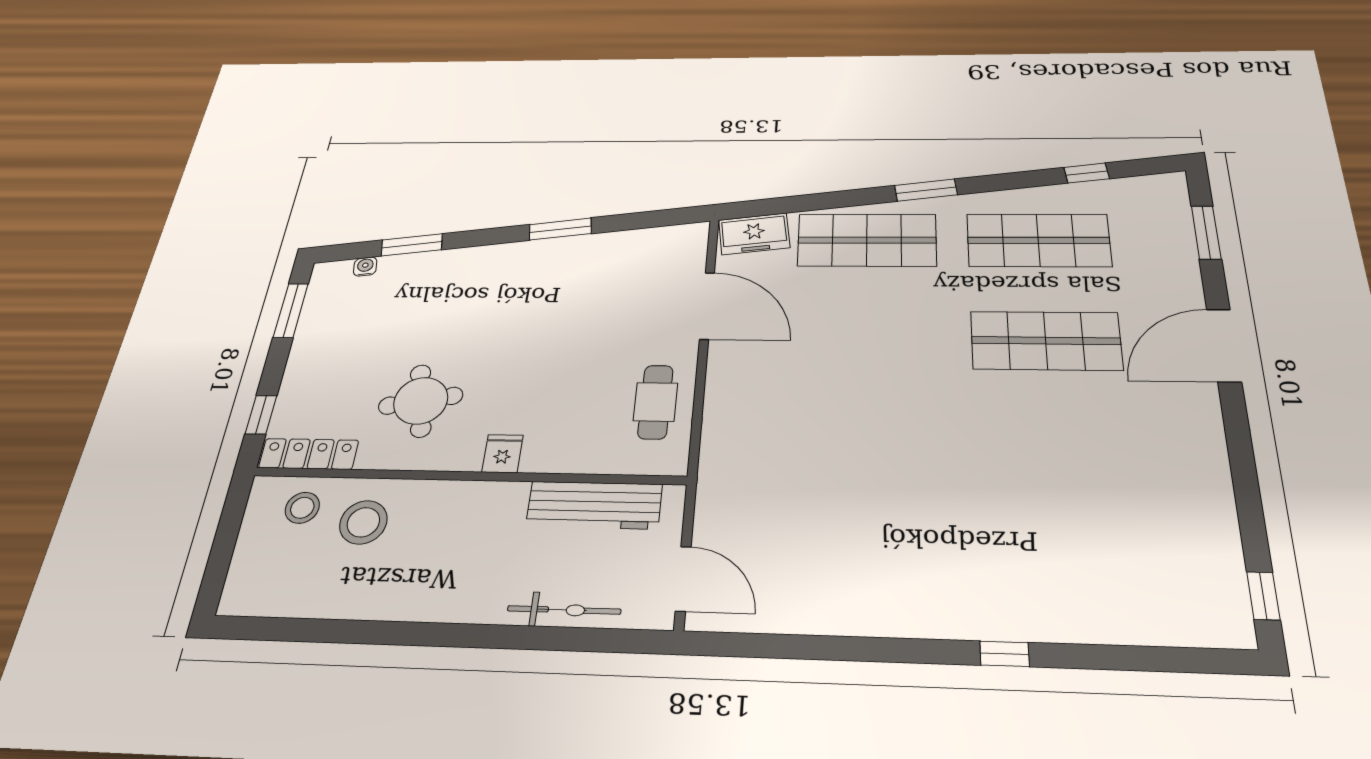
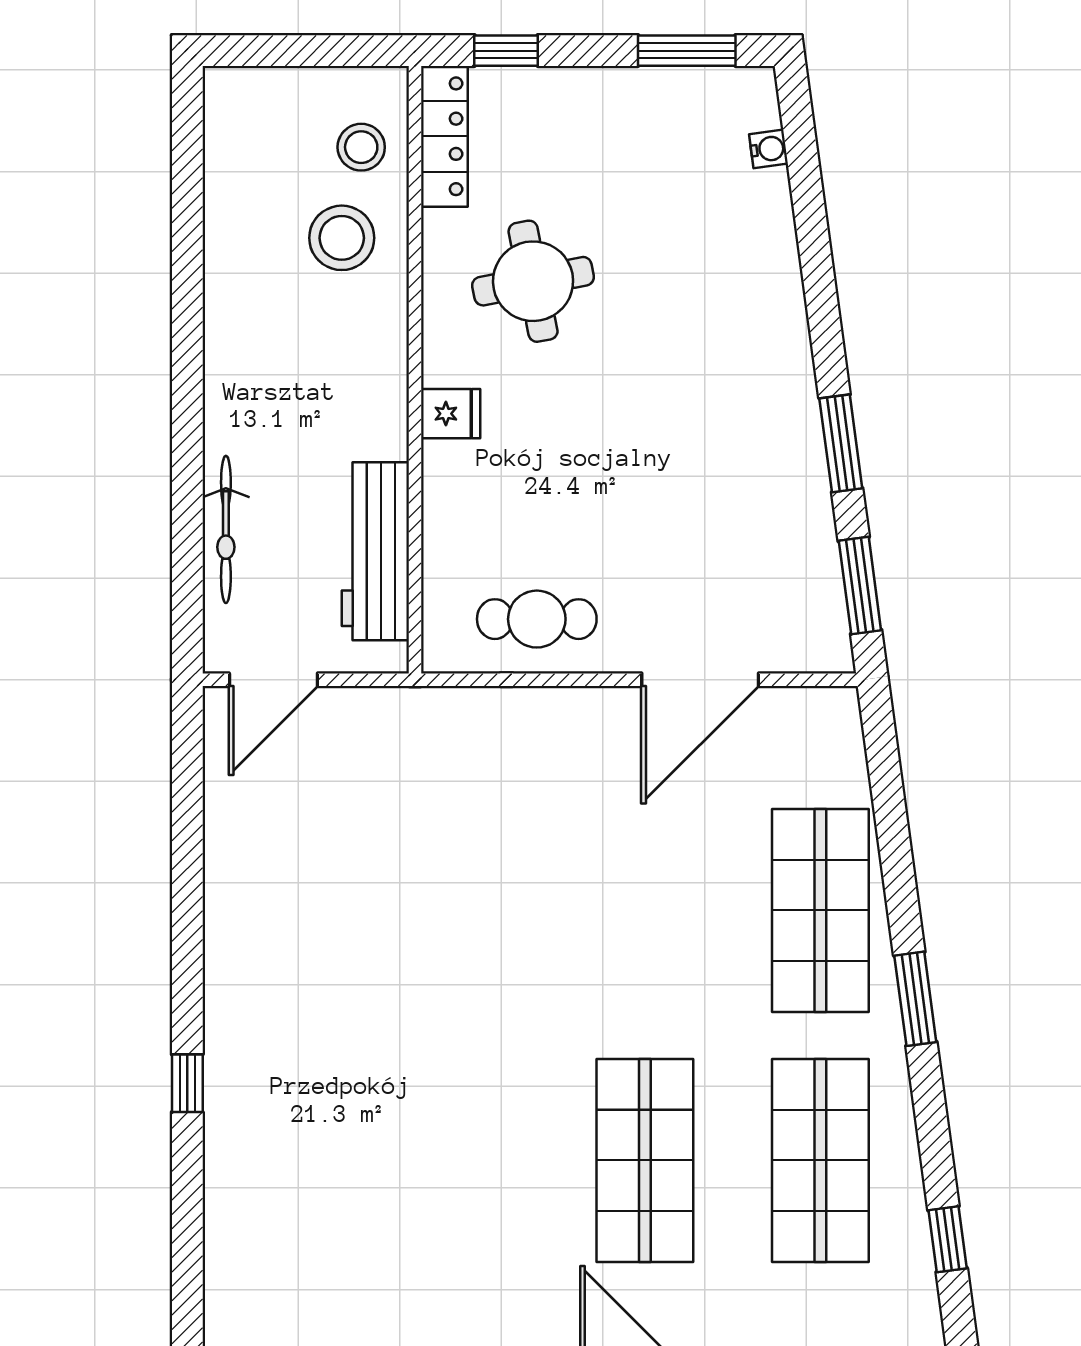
freezer: (754, 234) -> (832, 742), removed
window: (412, 245) -> (860, 586), moved

